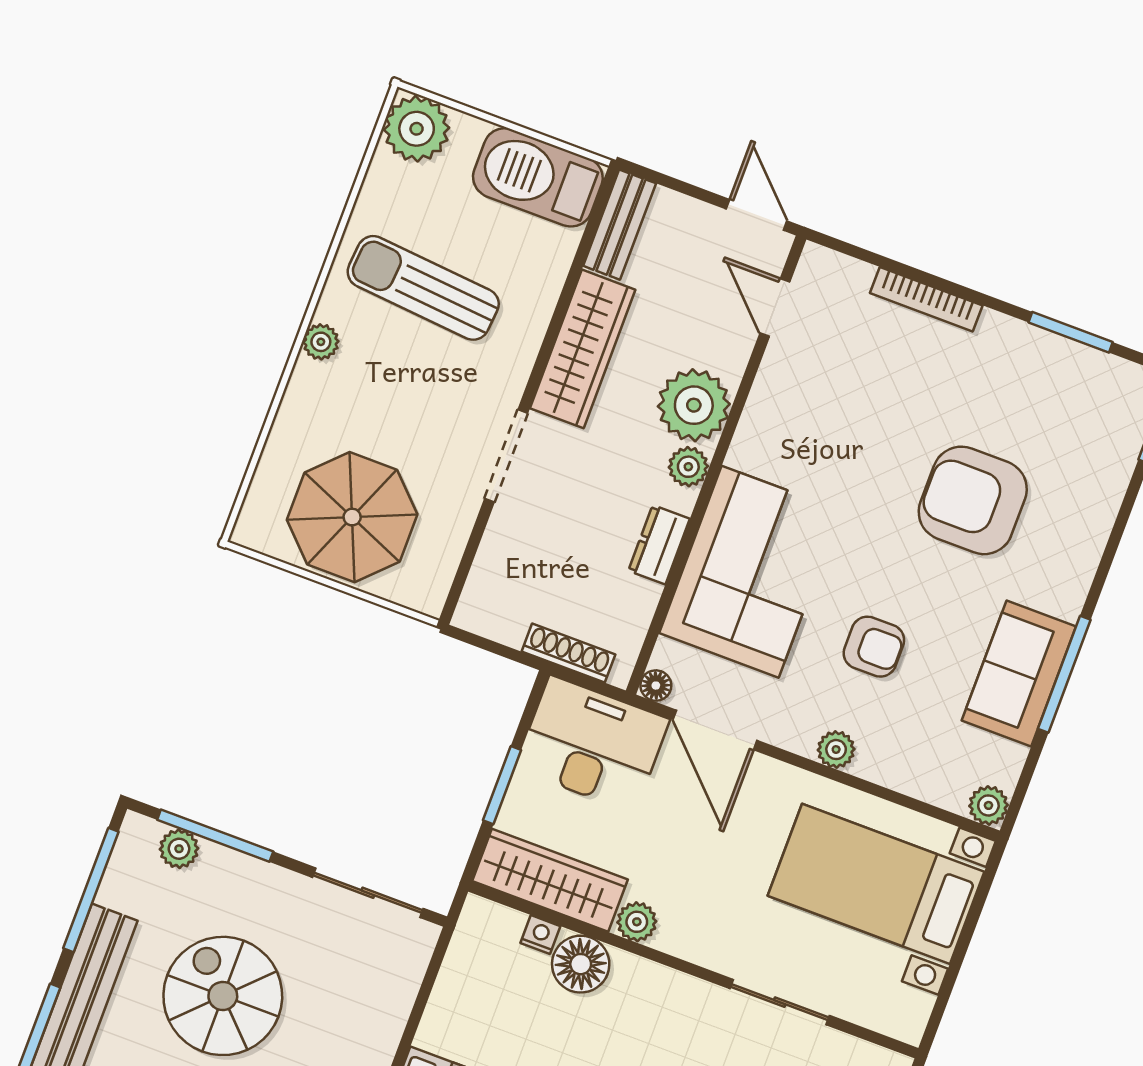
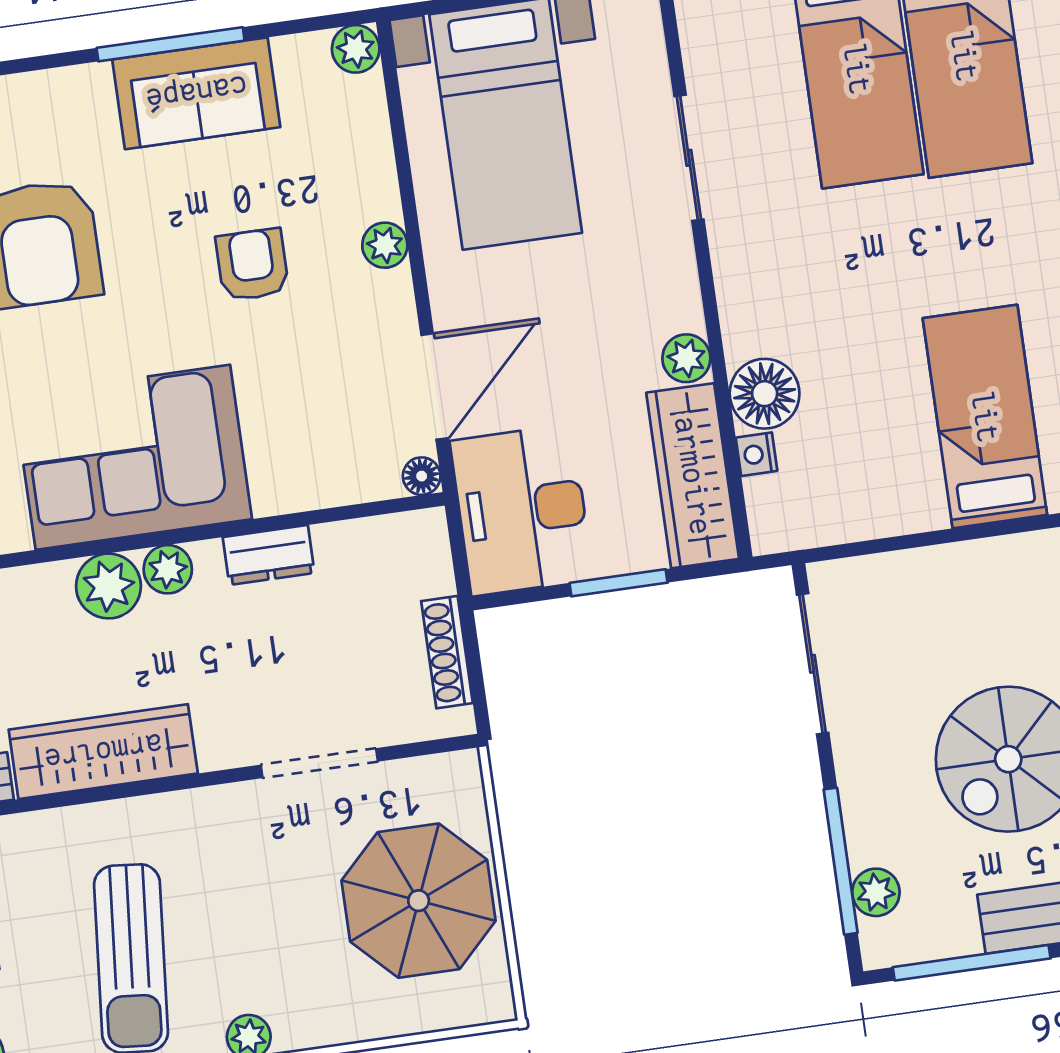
plant: (694, 405) -> (108, 586), width x0.73, depth x0.73
doorway: (506, 456) -> (319, 763), moved
corner sofa: (750, 572) -> (133, 457), moved
shoe rack: (568, 653) -> (447, 652), moved

